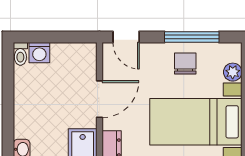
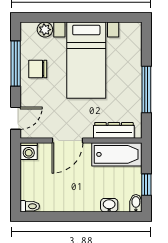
washing machine: (39, 53) -> (29, 151), moved, turned 90
door: (99, 99) -> (67, 140), swing flipped

